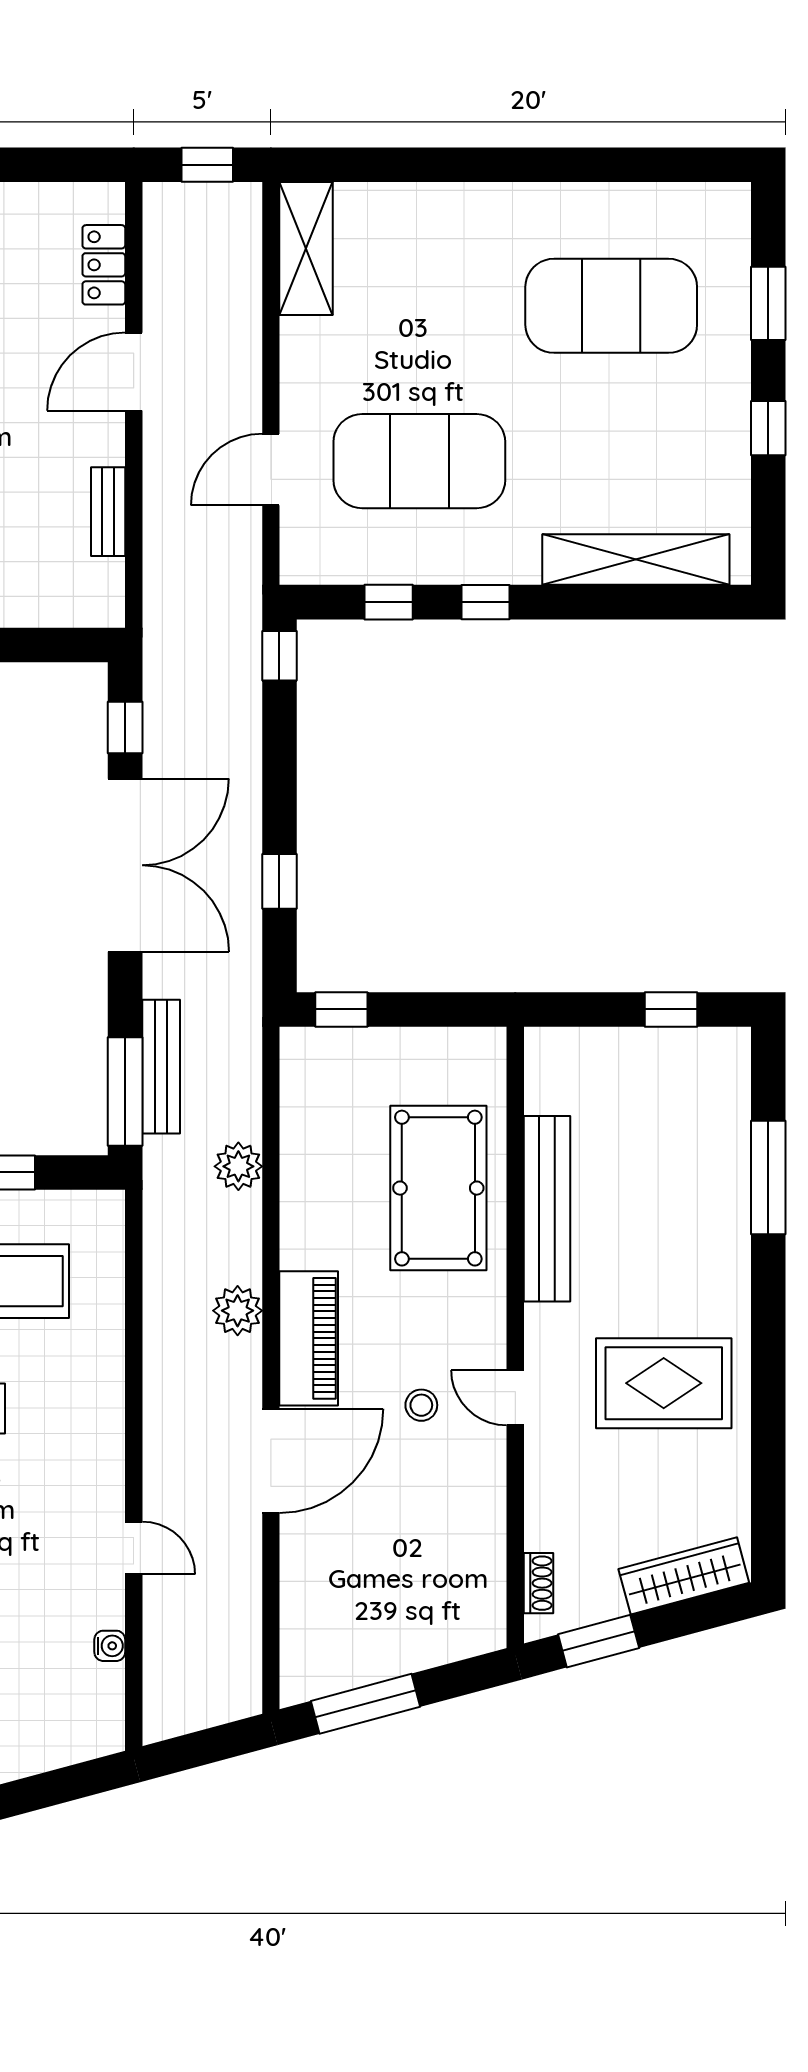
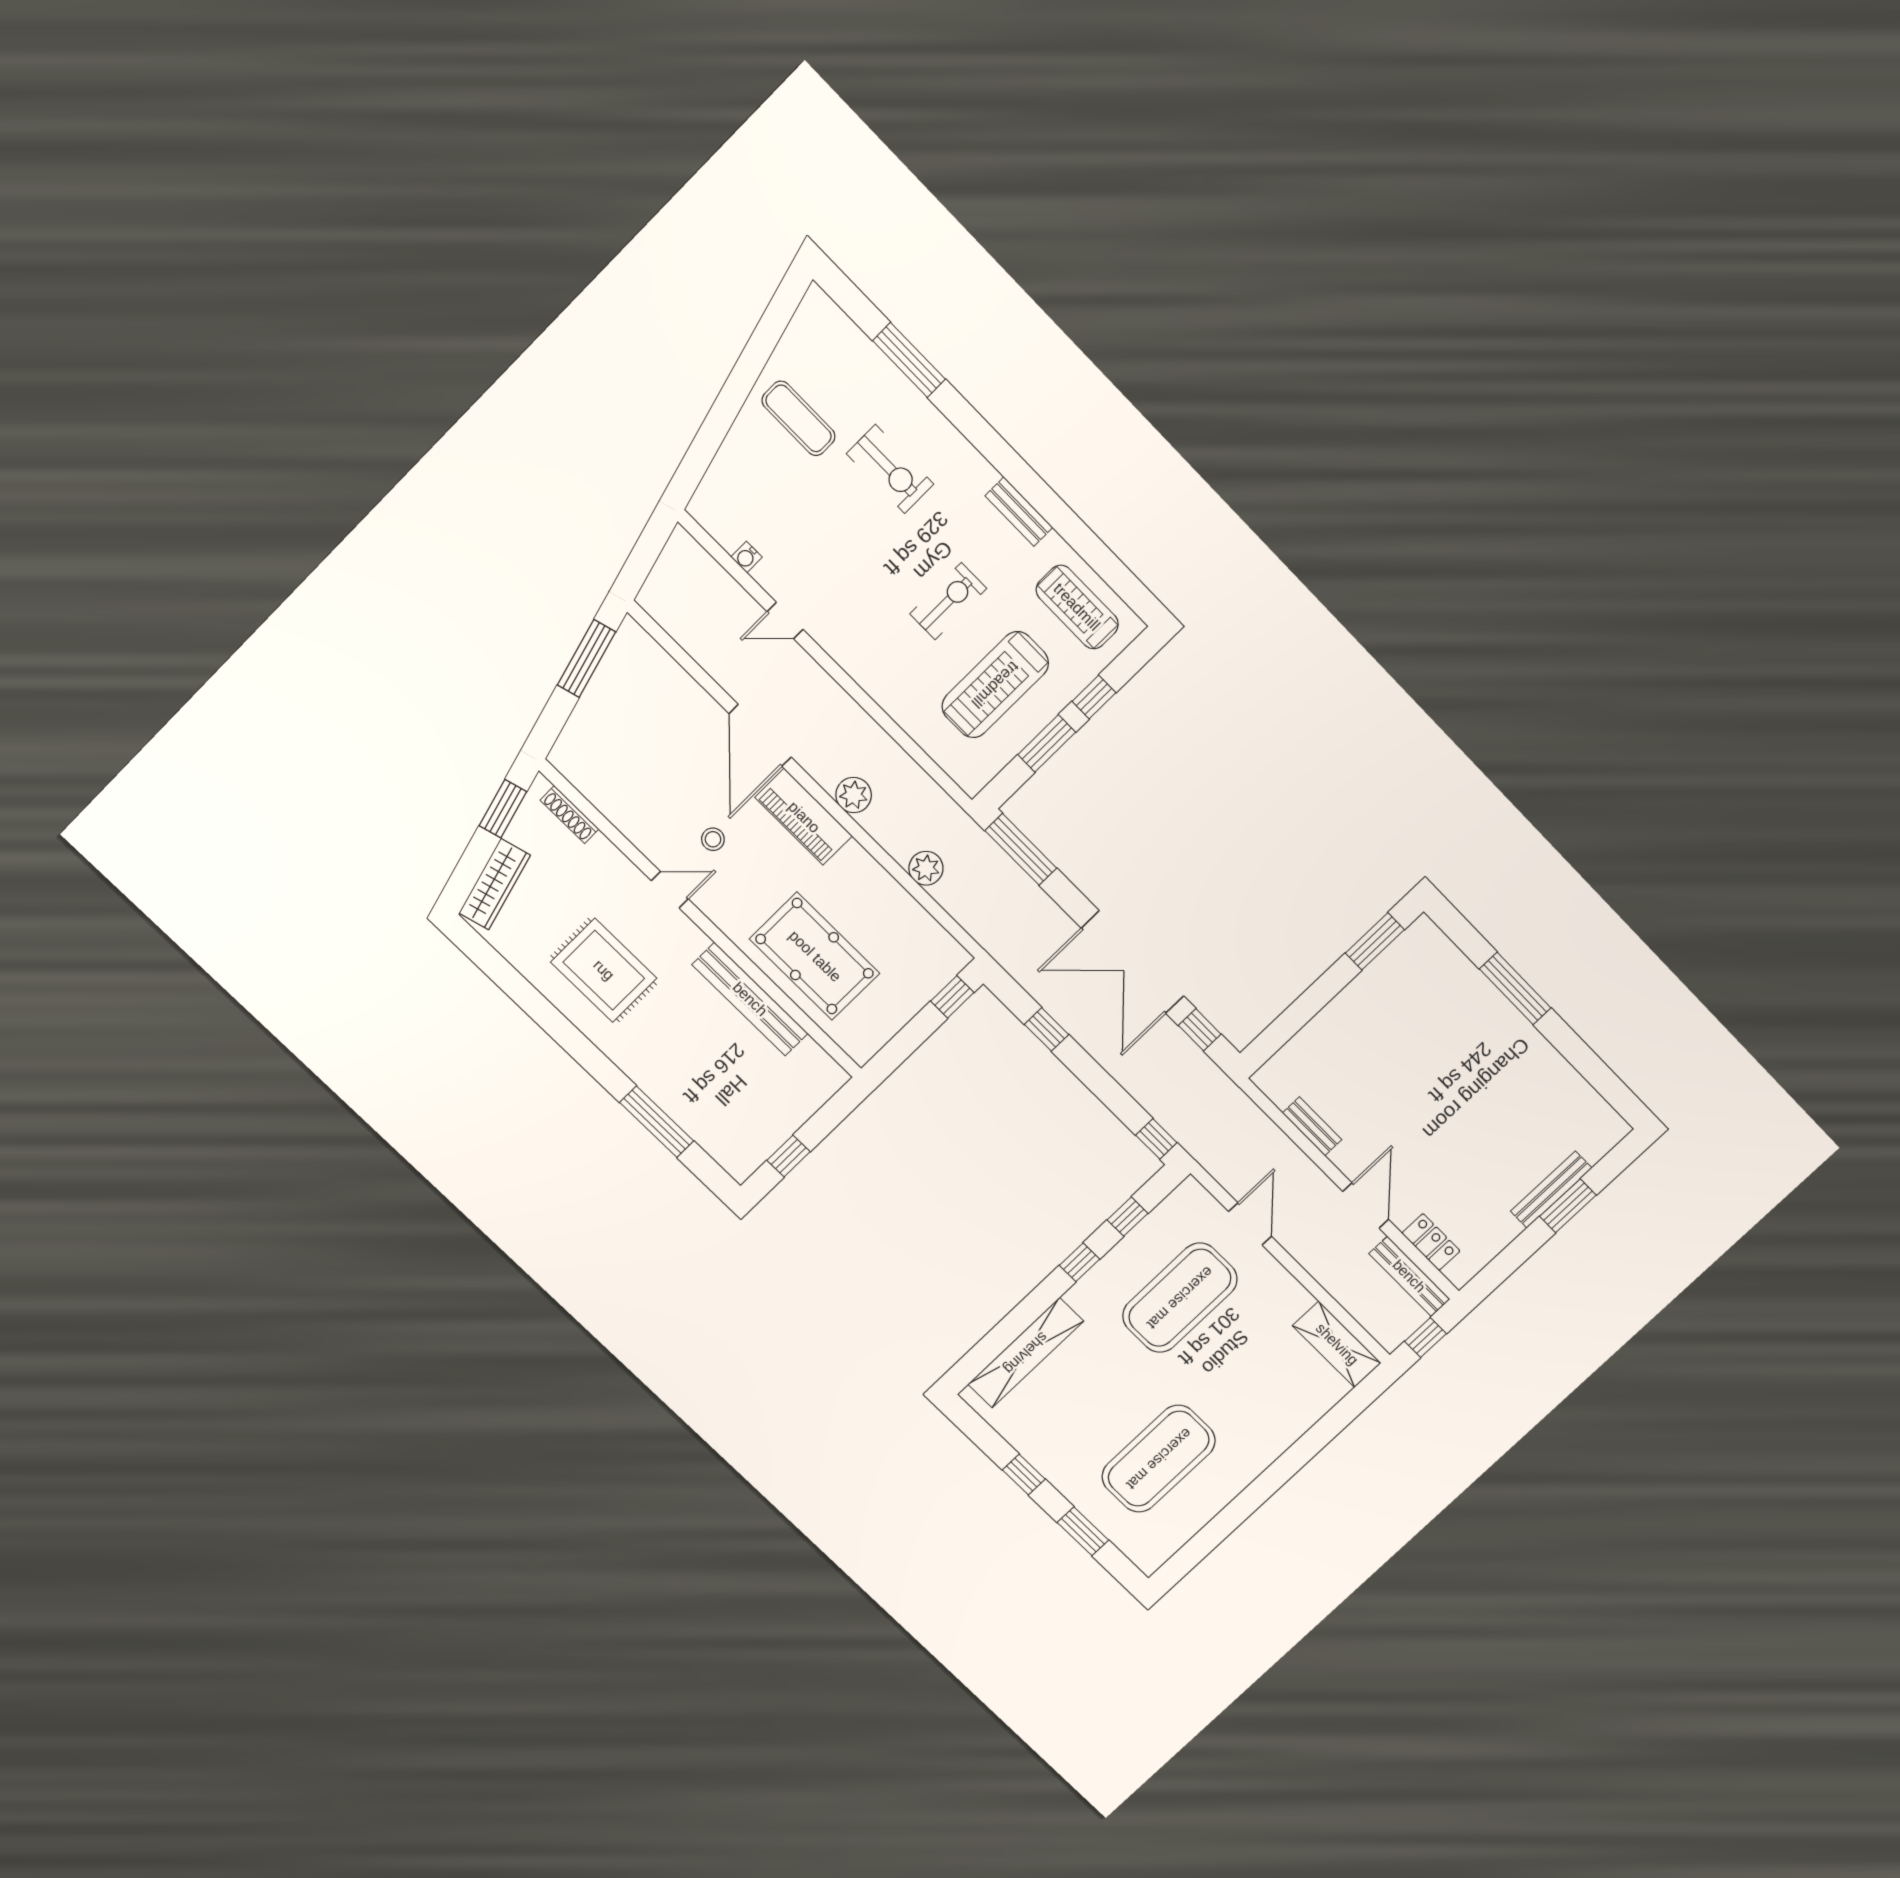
bench: (161, 1067) -> (1409, 1276), moved
rug: (664, 1383) -> (604, 970), turned 90
shoe rack: (539, 1583) -> (570, 815), width x1.43

